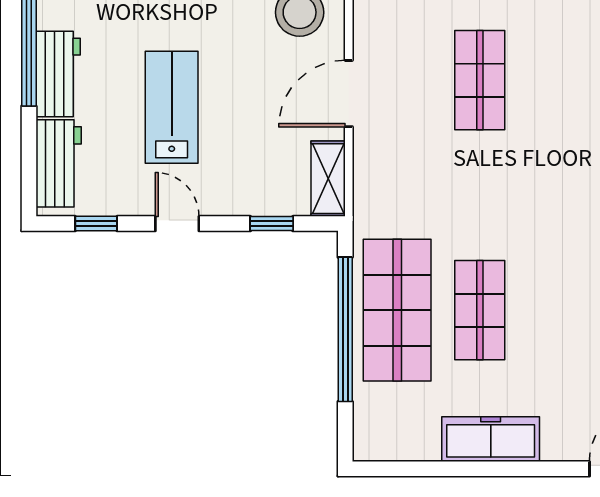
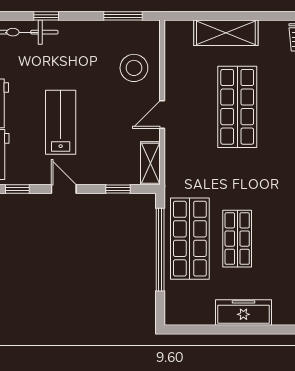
shop shelf: (480, 80) -> (237, 107), width x1.43, depth x1.36
door: (349, 94) -> (162, 114), width x0.73

